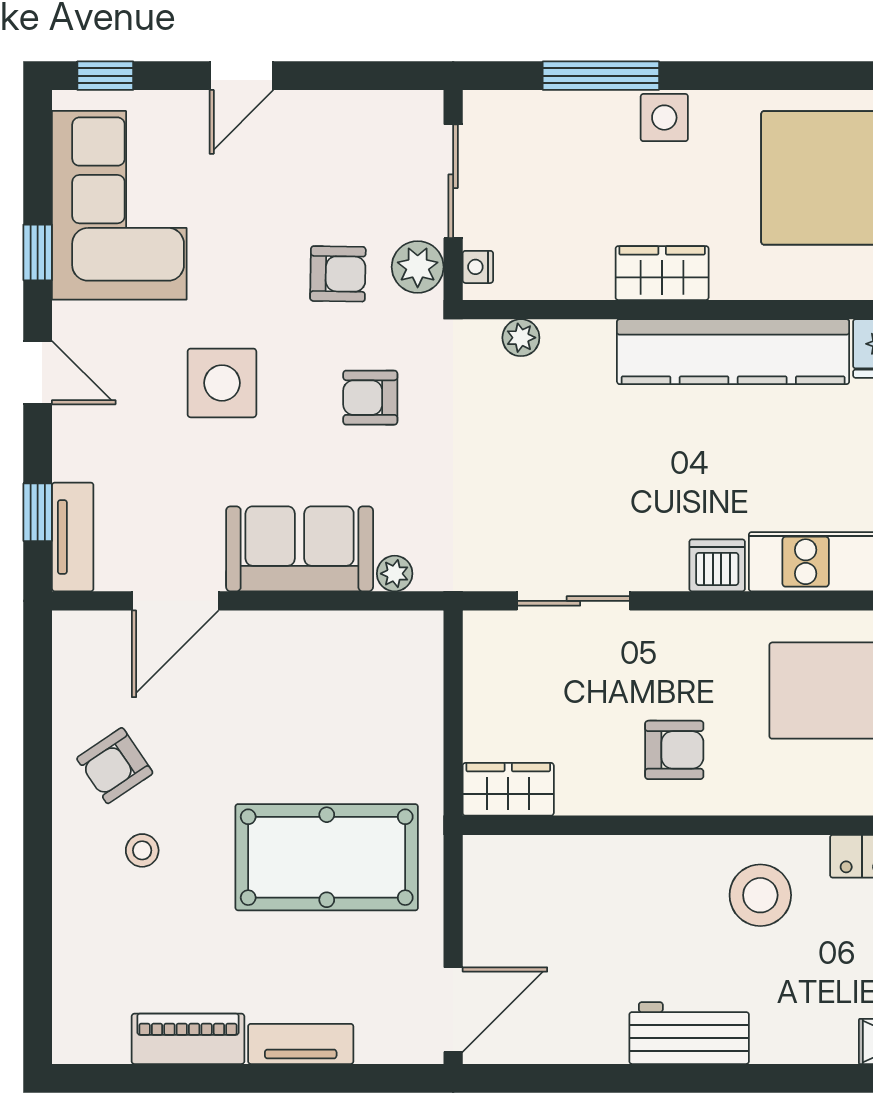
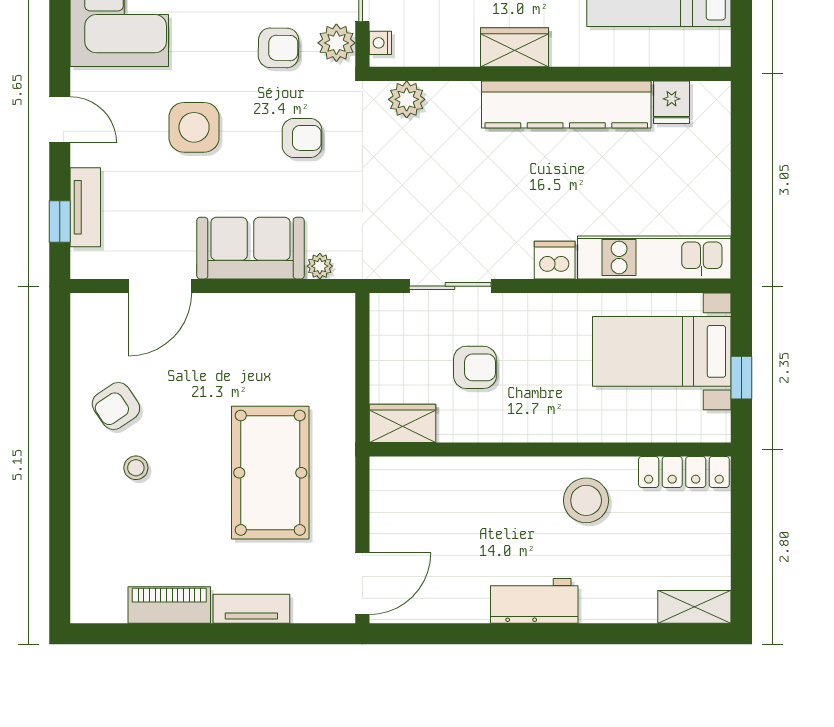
window: (38, 252) -> (60, 32), removed
plant: (521, 338) -> (407, 99), width x1.38, depth x1.38
armchair: (370, 398) -> (302, 138), turned 180
tv unit: (73, 537) -> (85, 207), moved
armchair: (674, 750) -> (475, 367), moved
pool table: (327, 857) -> (270, 473), turned 90

